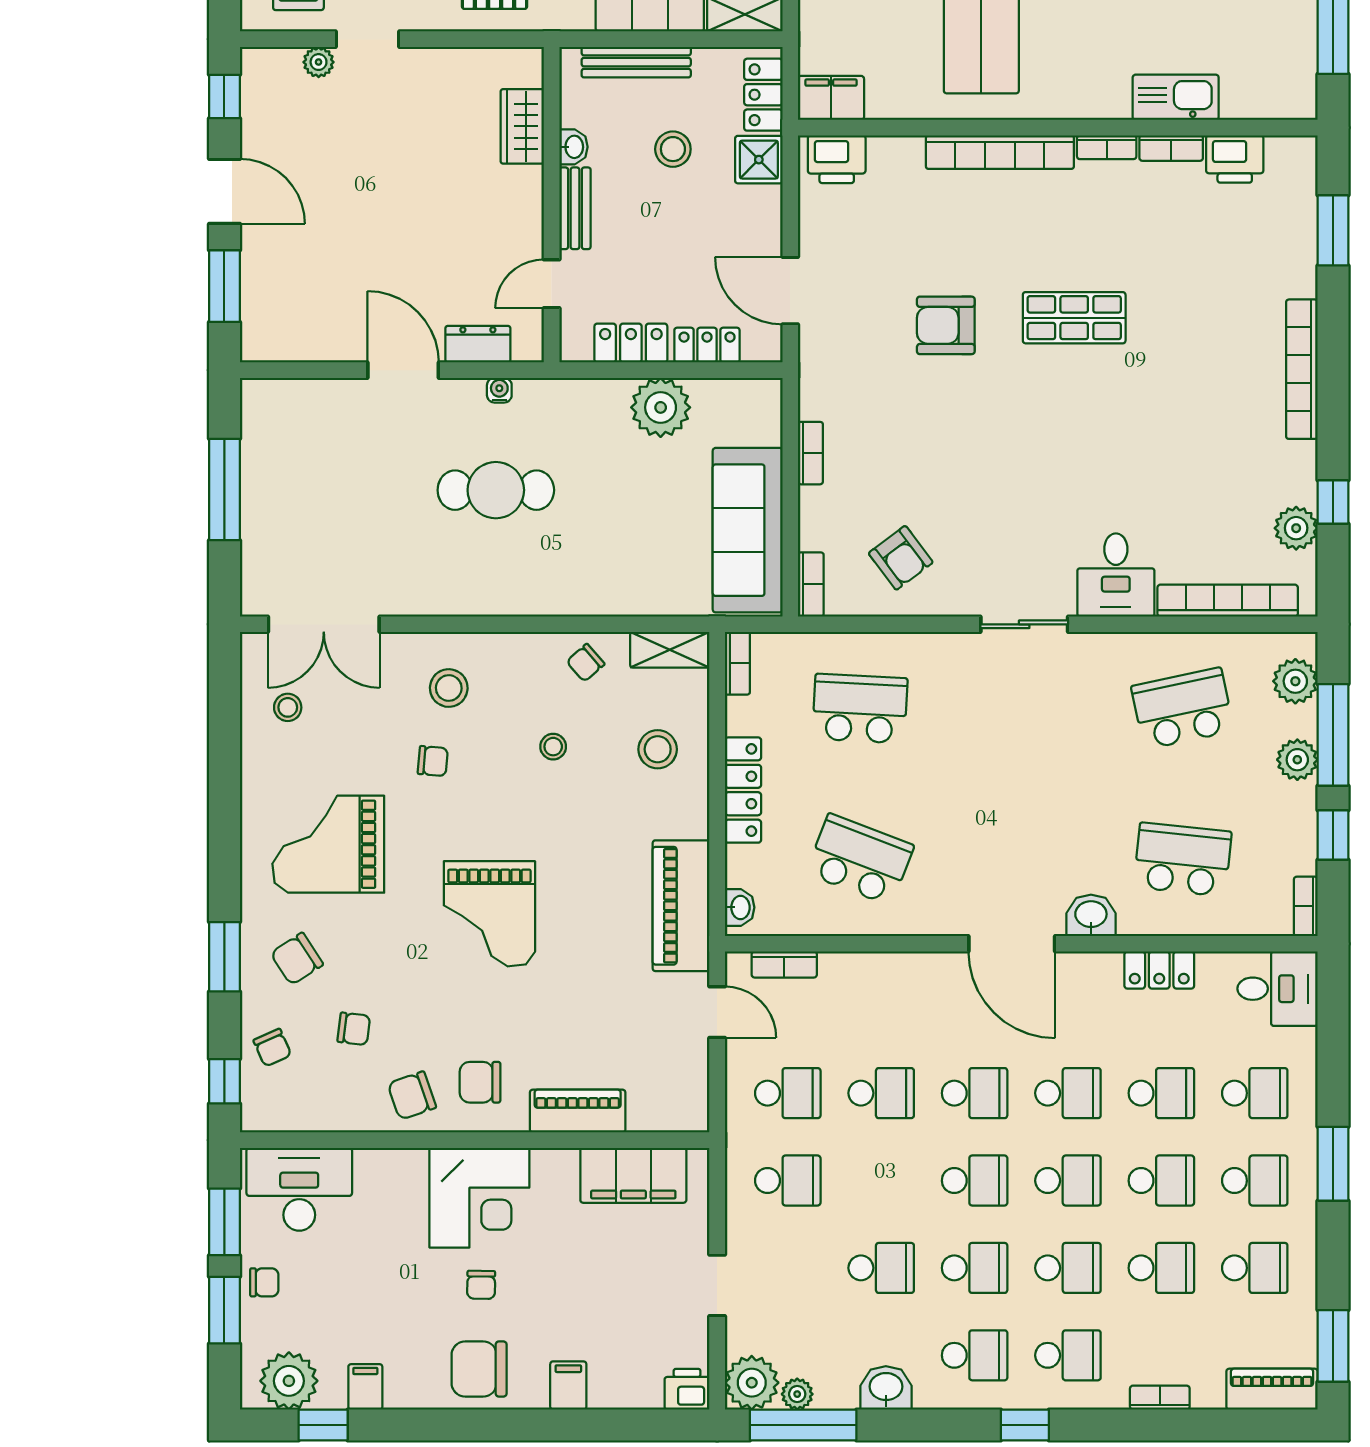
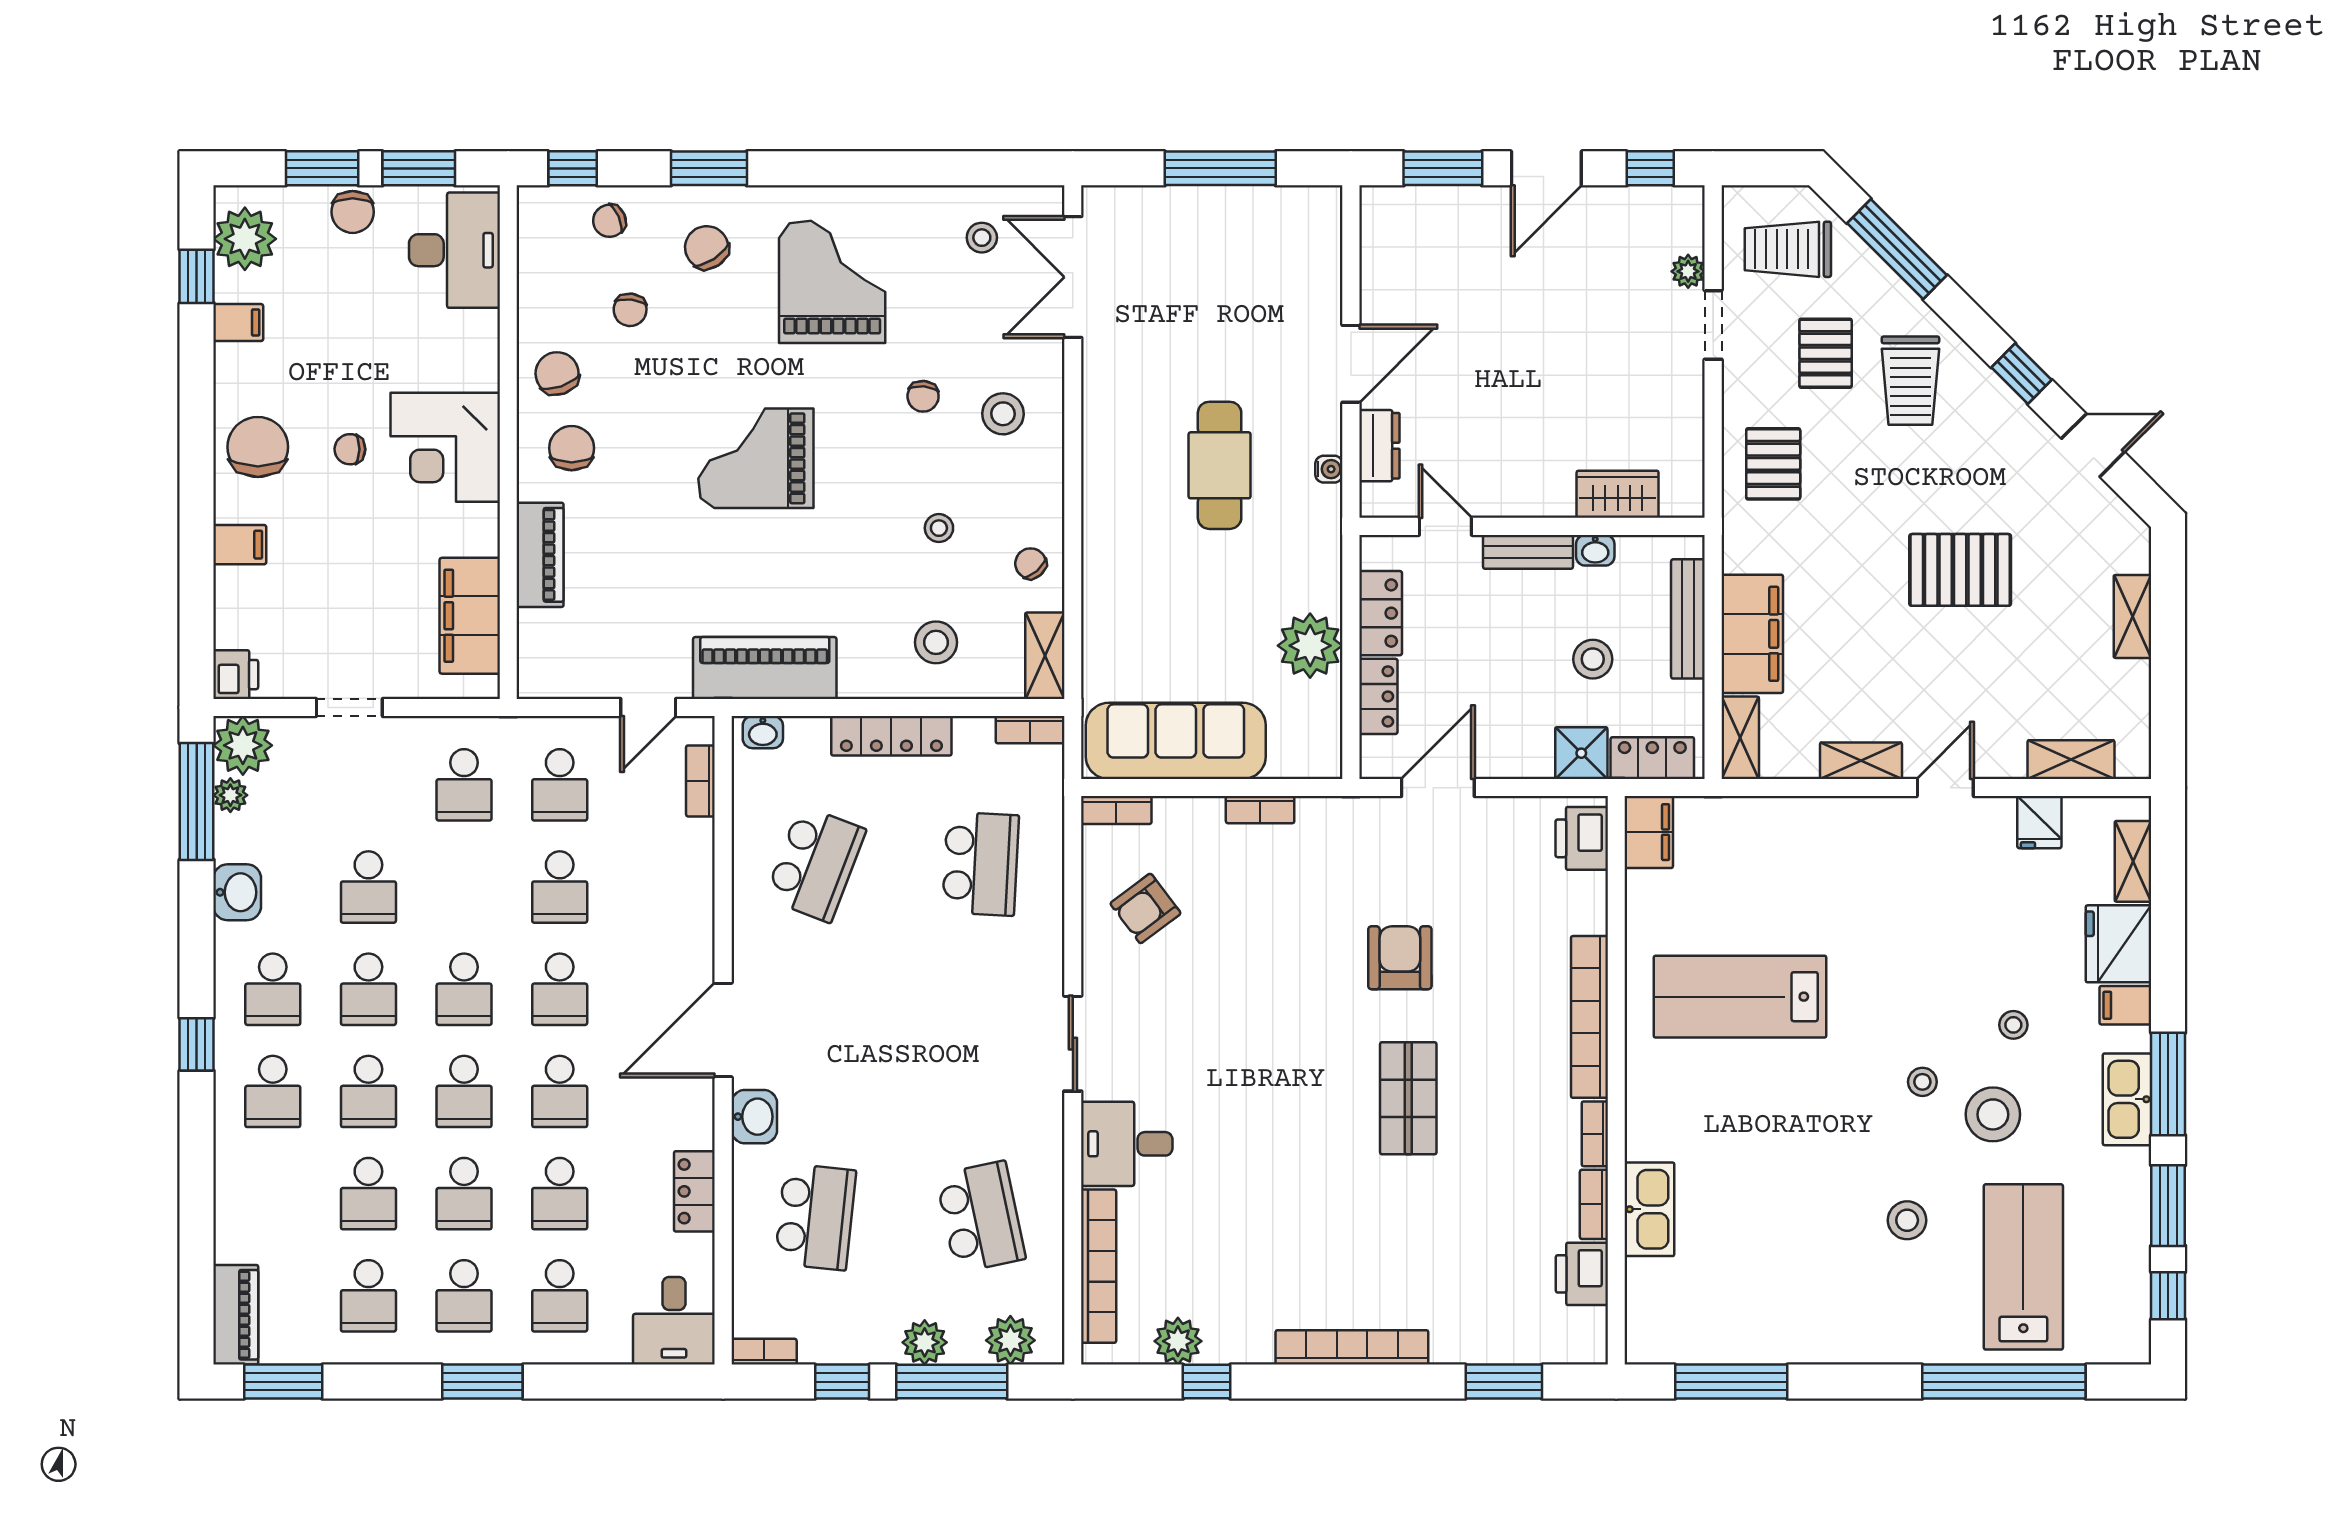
chair: (264, 1282) -> (353, 212), width x1.37, depth x1.37
bookcase: (1160, 1398) -> (226, 1192), removed

